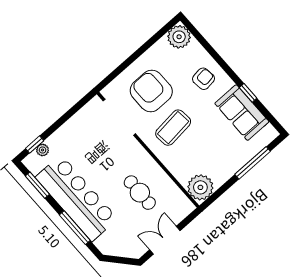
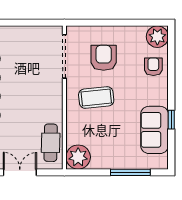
armchair: (203, 79) -> (153, 67), moved, turned -83
armchair: (151, 91) -> (104, 58), width x0.73, depth x0.73
cafe table: (140, 193) -> (51, 143), moved

